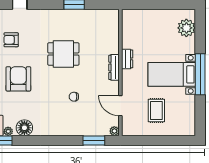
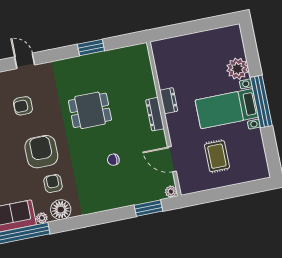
plant: (186, 28) -> (237, 69), moved
armchair: (22, 106) -> (53, 183), added

